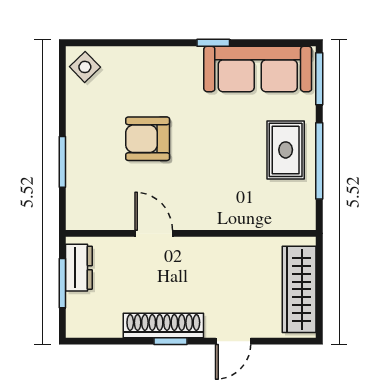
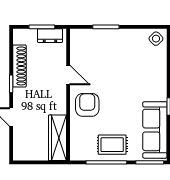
armchair: (148, 139) -> (87, 105), moved
door: (154, 233) -> (68, 75), hinge flipped
wardrobe: (299, 289) -> (58, 138), moved, turned -90
shoe rack: (163, 325) -> (19, 66), moved

